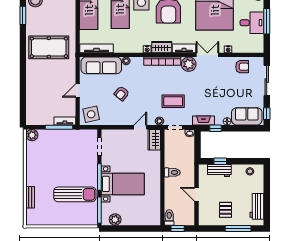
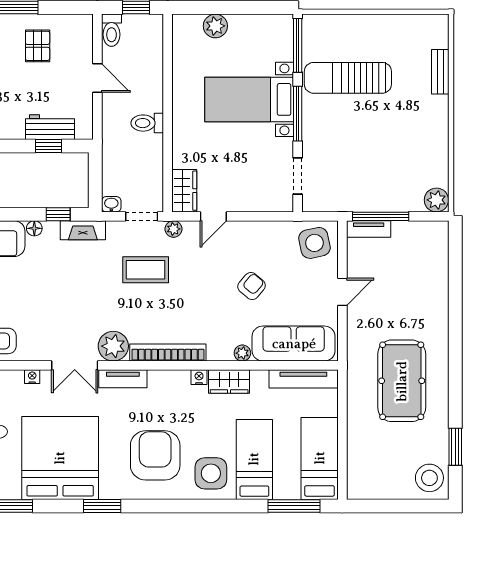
pool table: (49, 47) -> (402, 381), turned 90
wardrobe: (162, 47) -> (229, 381), moved
toilet: (169, 217) -> (112, 30), moved
plant: (115, 220) -> (215, 26), moved

